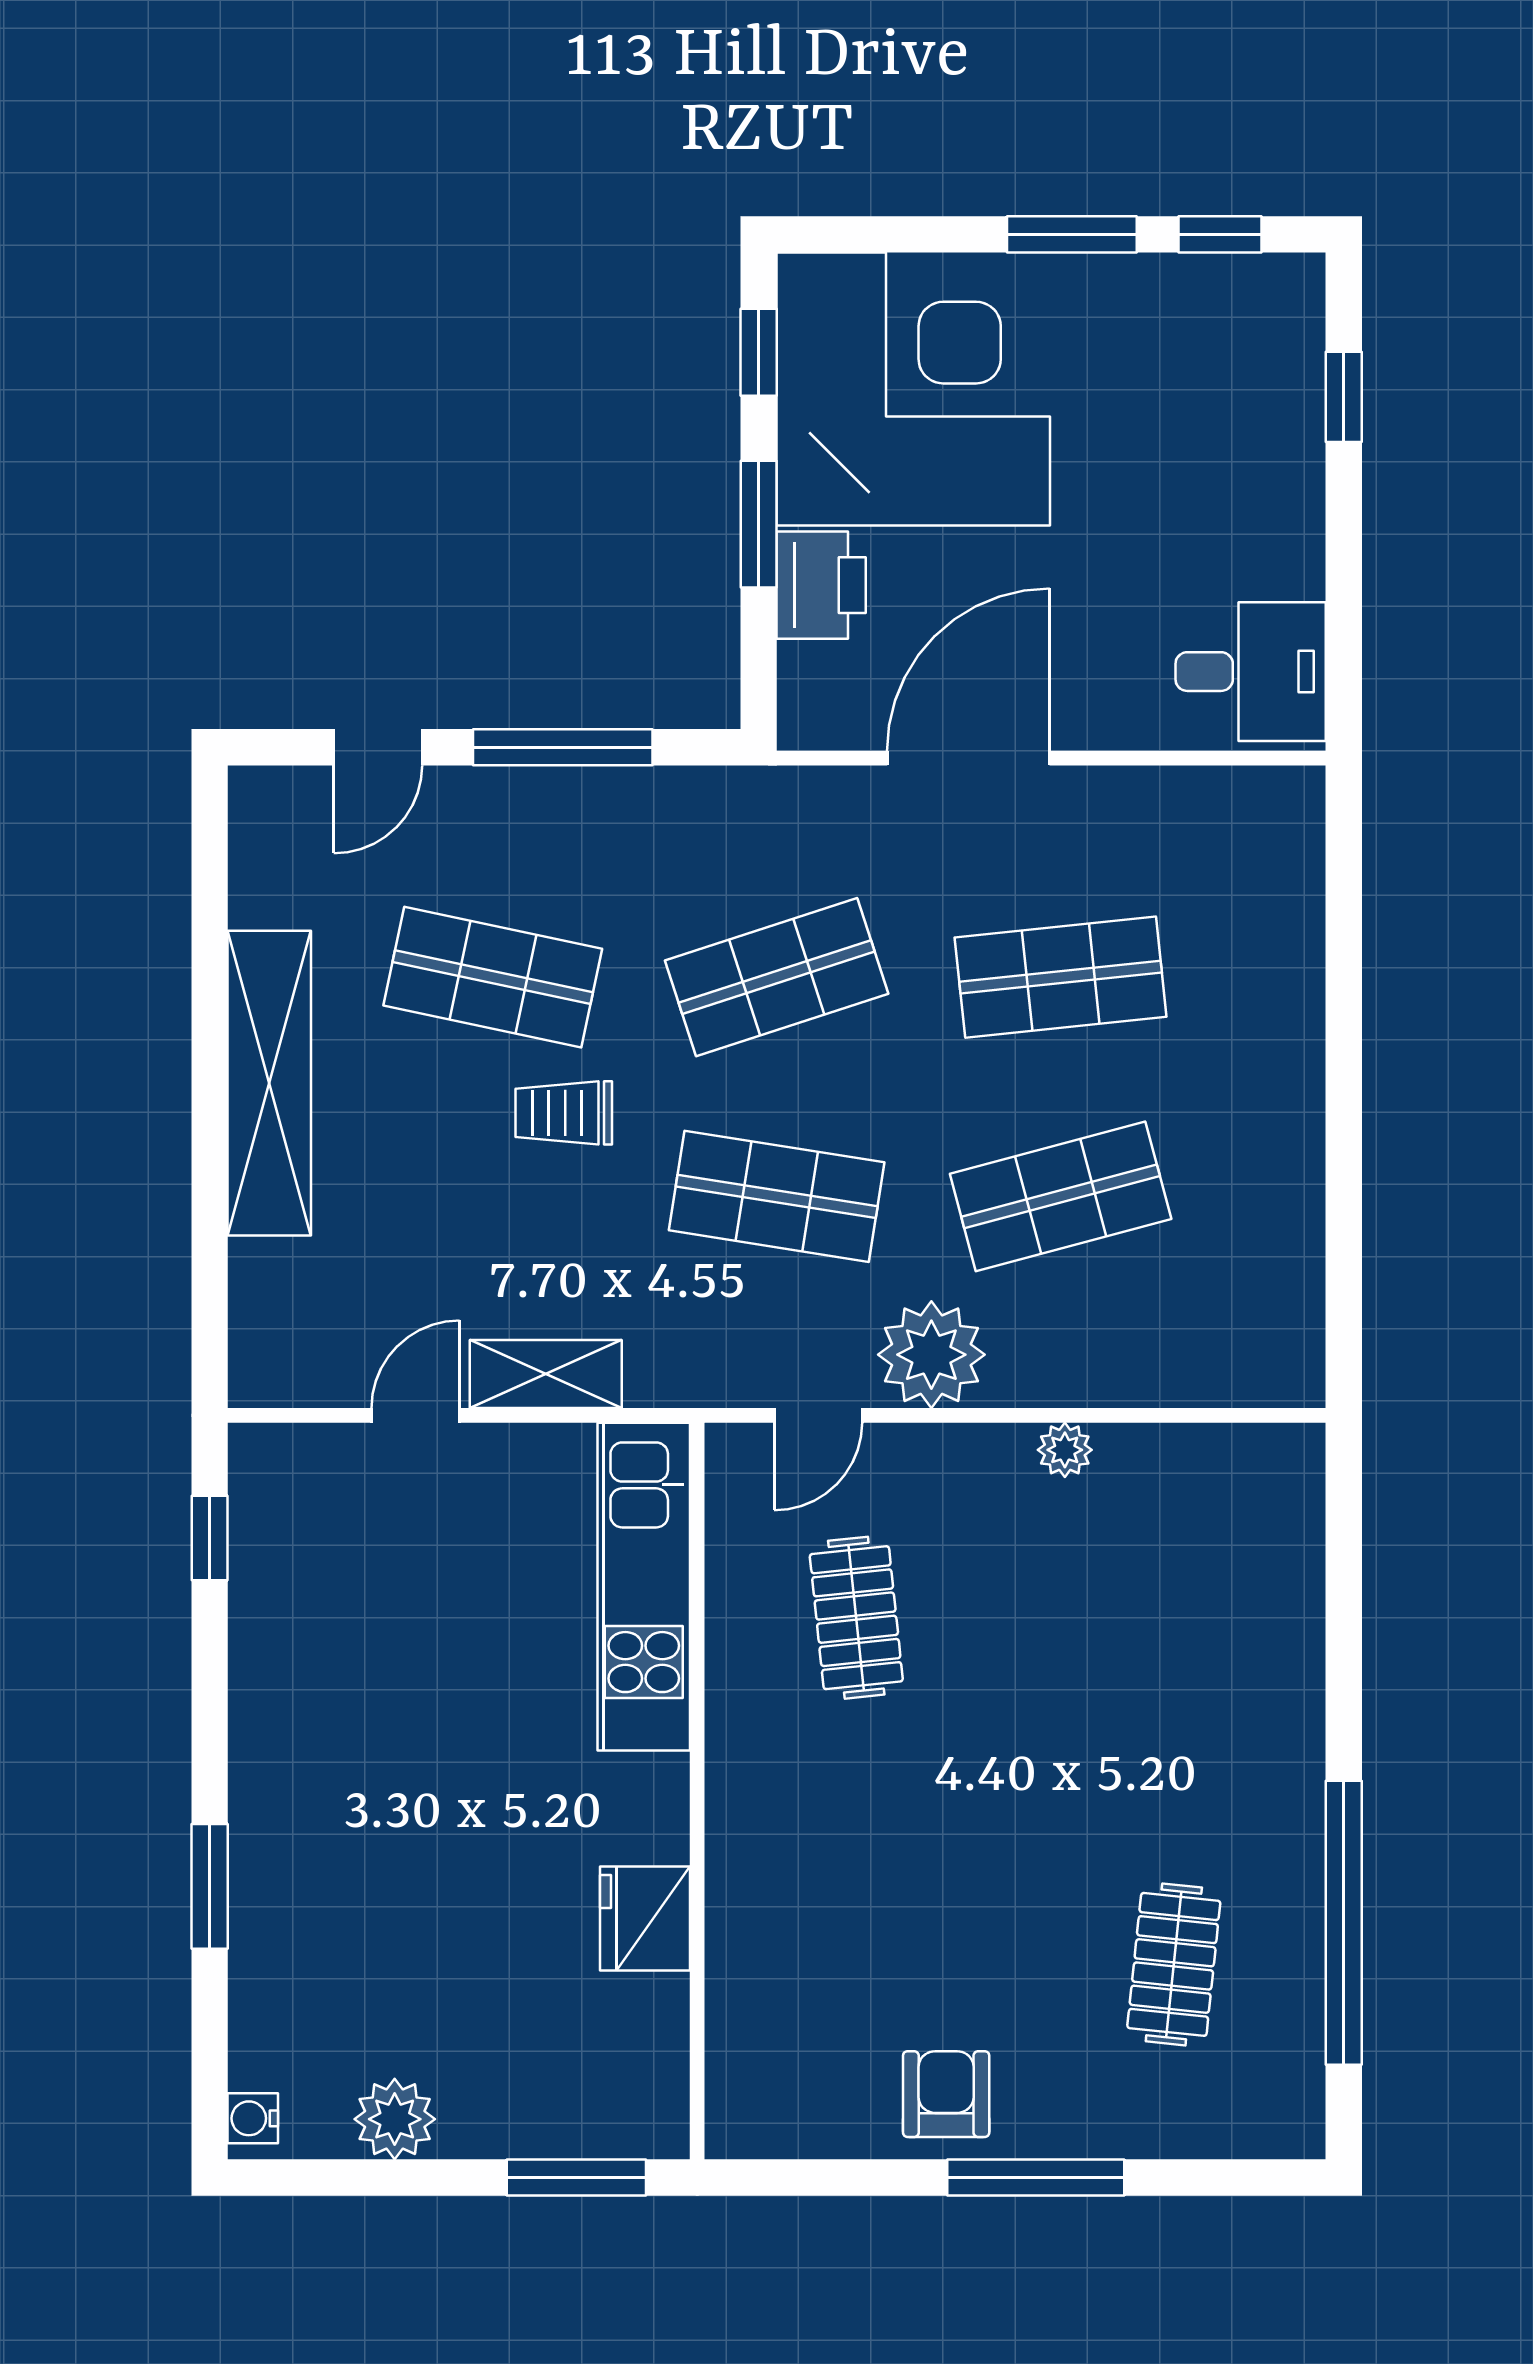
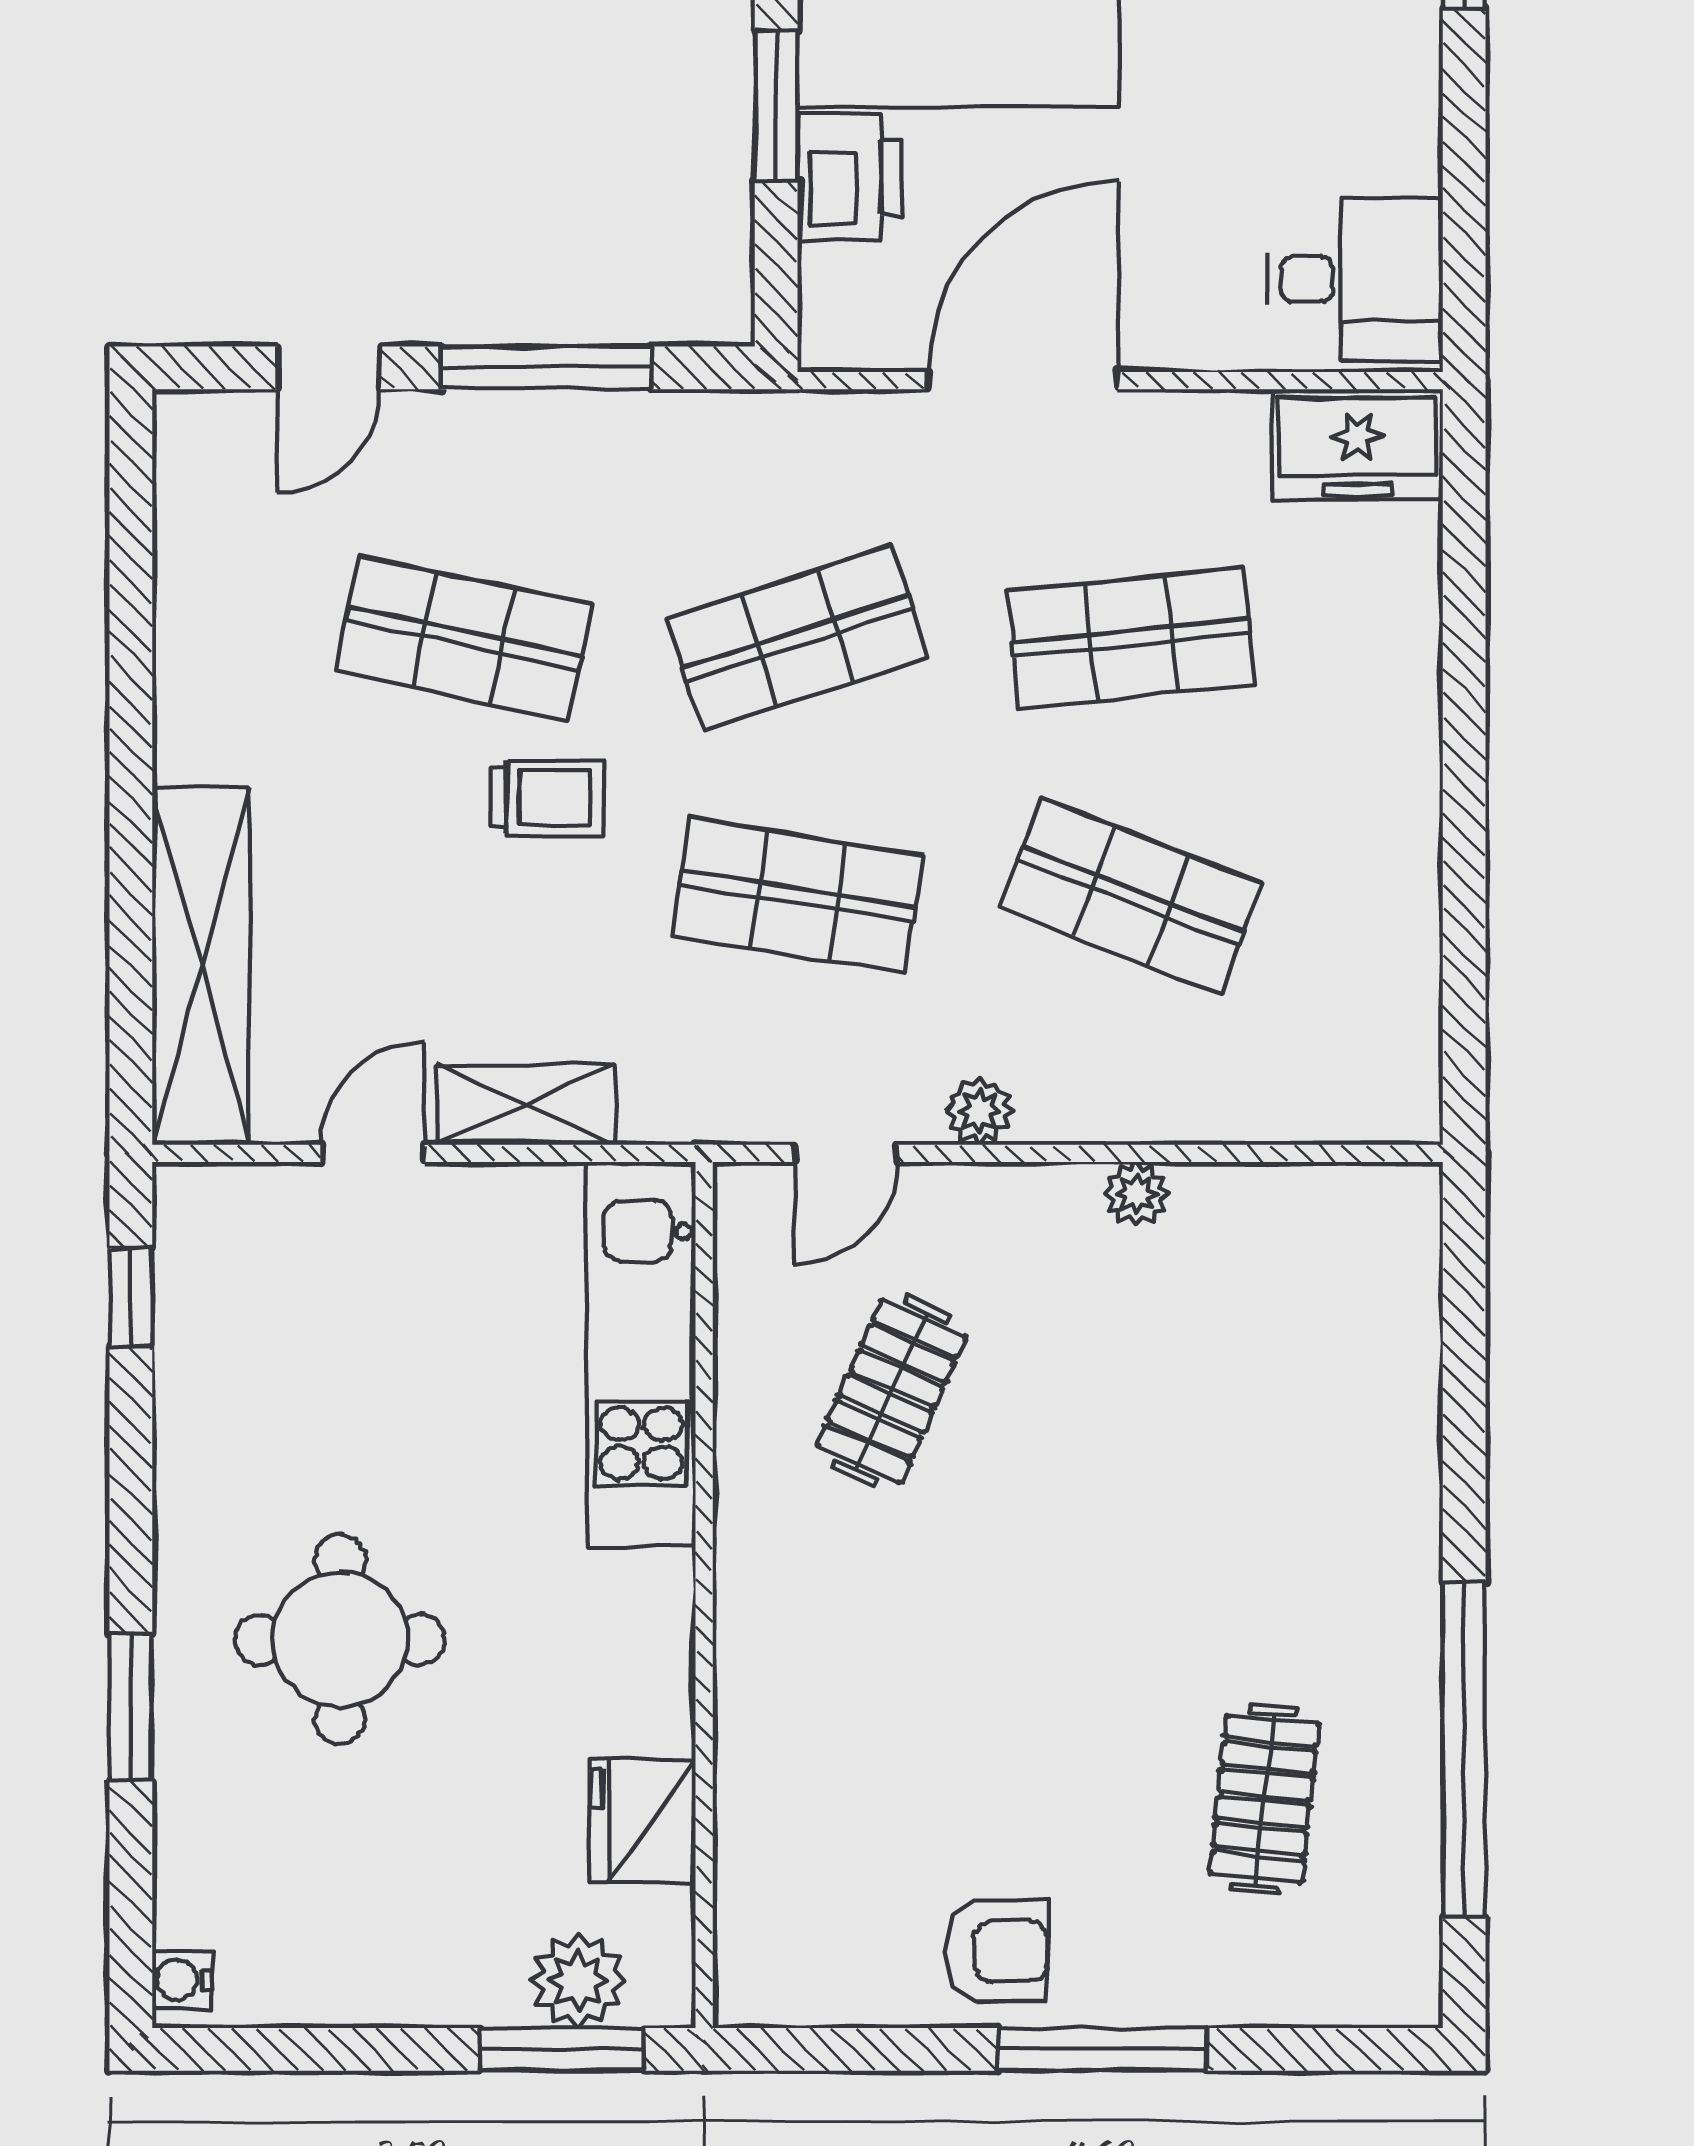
freezer: (1253, 813) -> (1357, 445), added
shelving: (269, 1083) -> (201, 966), moved
trolley: (564, 1113) -> (547, 798), turned 180
shop shelf: (1061, 1196) -> (1131, 896), turned 36
plant: (931, 1355) -> (979, 1111), width x0.53, depth x0.53
clothes rail: (856, 1618) -> (891, 1391), turned 30
round table: (388, 1829) -> (340, 1640), added
fridge: (645, 1919) -> (643, 1821), moved
armchair: (946, 2094) -> (997, 1951), turned 90
plant: (395, 2119) -> (578, 1981), moved

